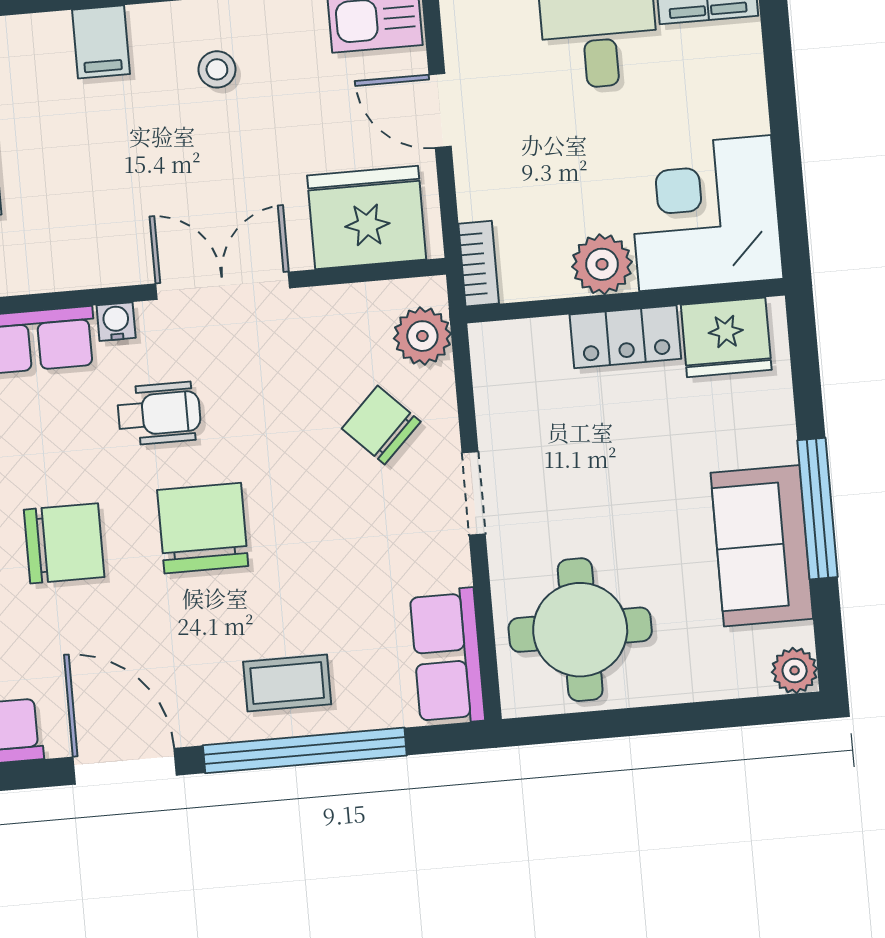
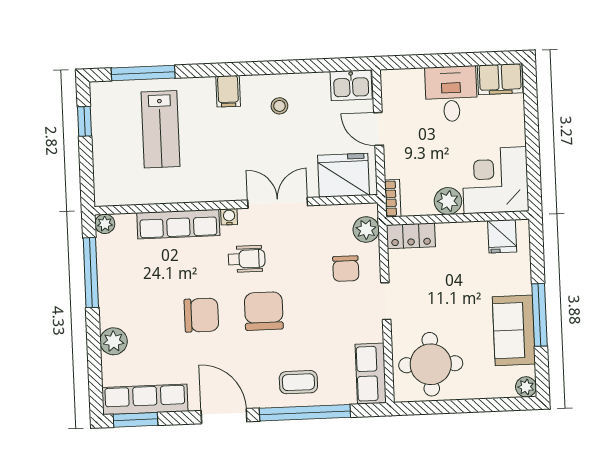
locker: (625, 337) -> (411, 236), moved
fridge: (726, 337) -> (502, 236), width x0.72
chair: (381, 425) -> (346, 269), turned -135

